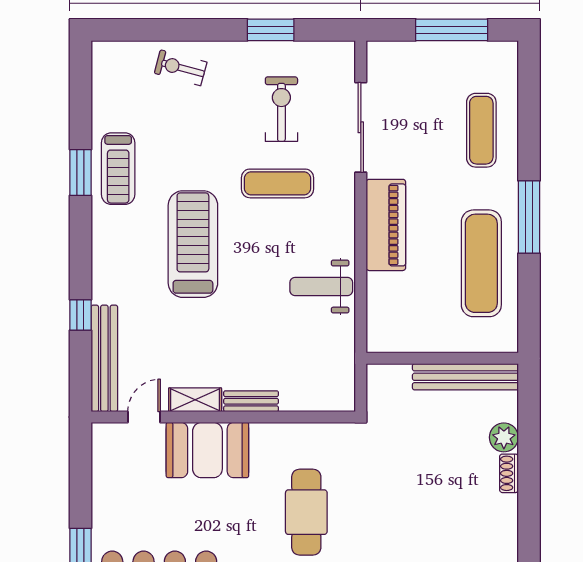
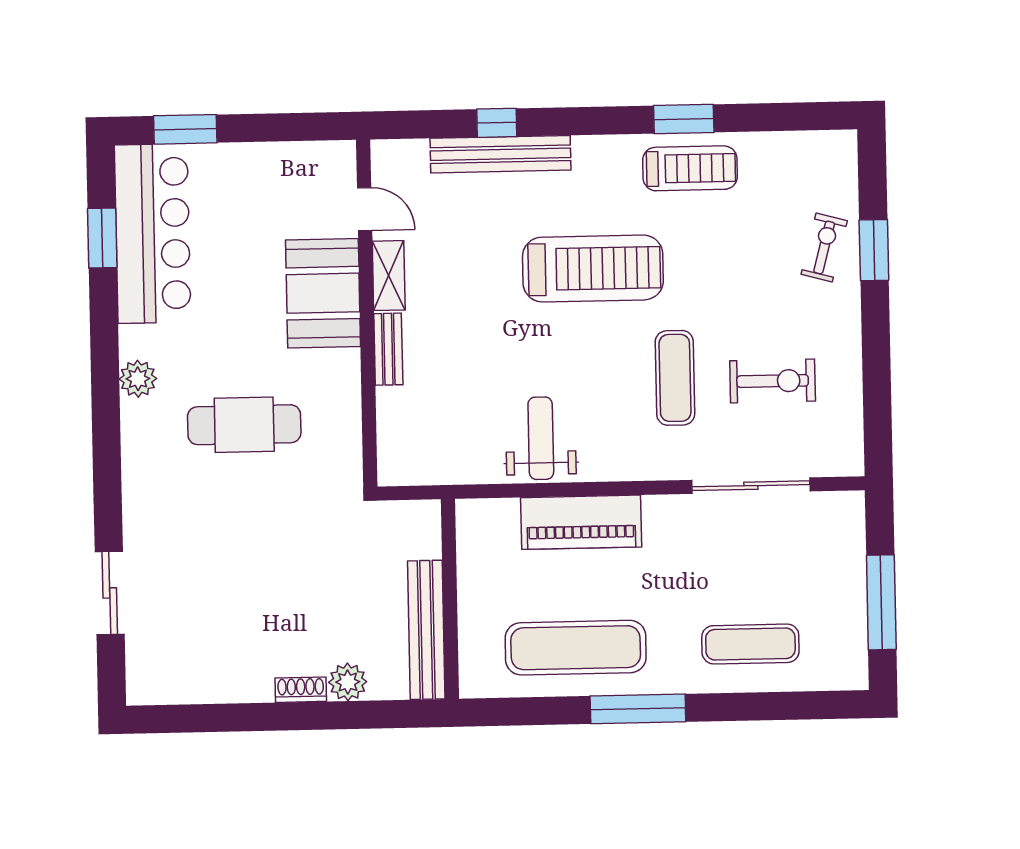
window: (271, 30) -> (874, 250), moved
treadmill: (118, 169) -> (690, 168), turned 180
piano: (386, 225) -> (581, 522), moved
bench: (104, 358) -> (500, 154), moved

